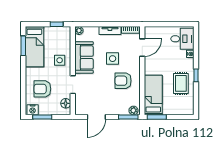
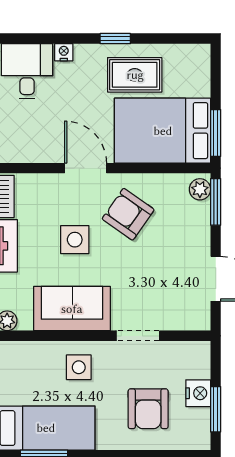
door: (142, 48) -> (86, 168), moved
armchair: (123, 81) -> (128, 214), turned 125
bed: (153, 95) -> (163, 131), width x1.50
floor lamp: (66, 103) -> (183, 353), removed
nightstand: (33, 110) -> (198, 393), moved

